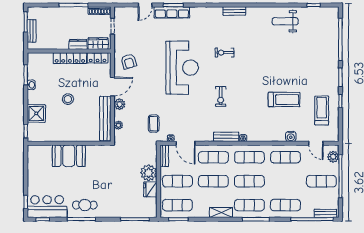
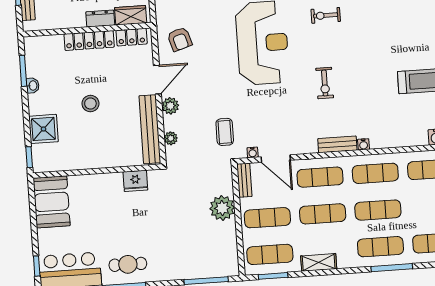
booth: (69, 156) -> (52, 202), moved, turned 90
fridge: (150, 189) -> (135, 181), moved, turned -90
shelving: (221, 212) -> (319, 262), moved

